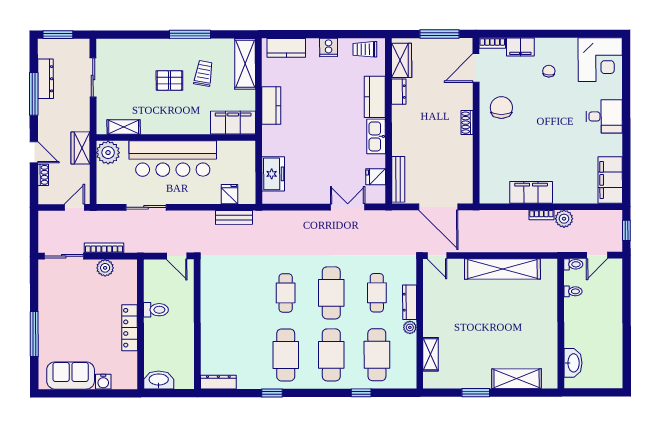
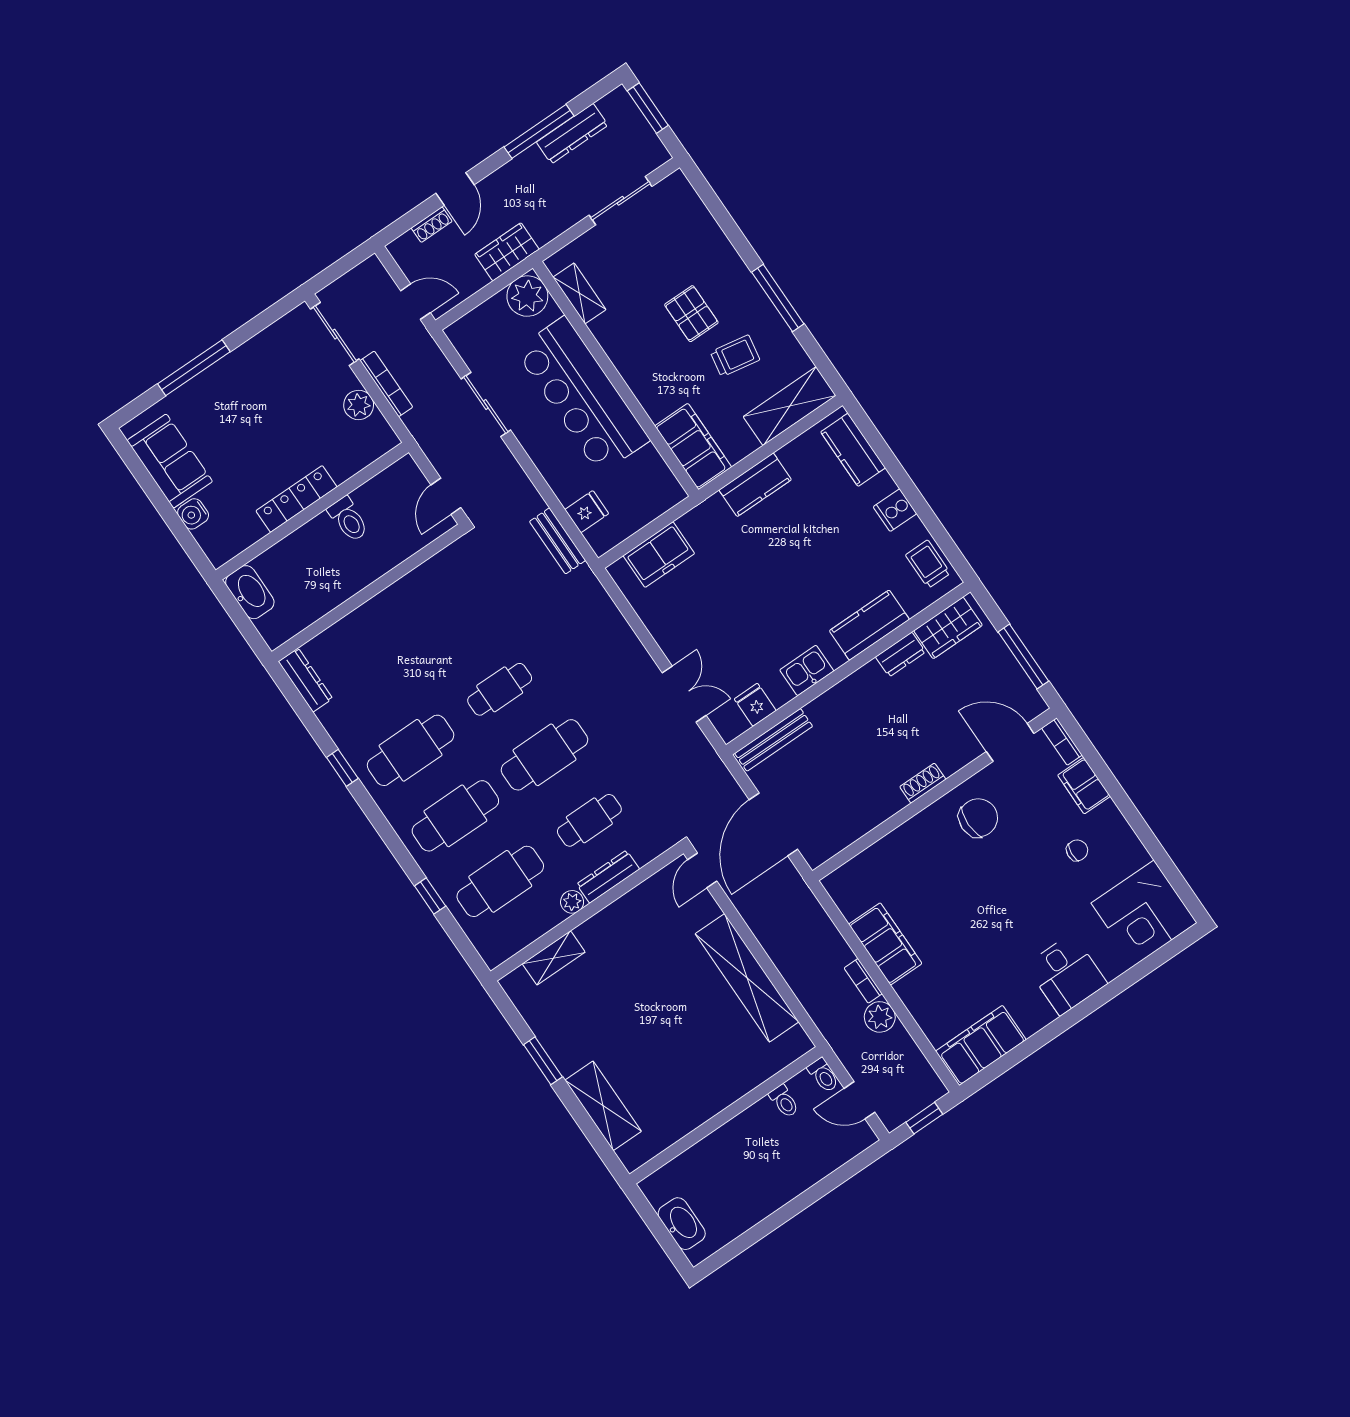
kitchen sink: (376, 136) -> (807, 670), width x0.73
washbasin: (573, 363) -> (682, 1224), moved, turned -90

